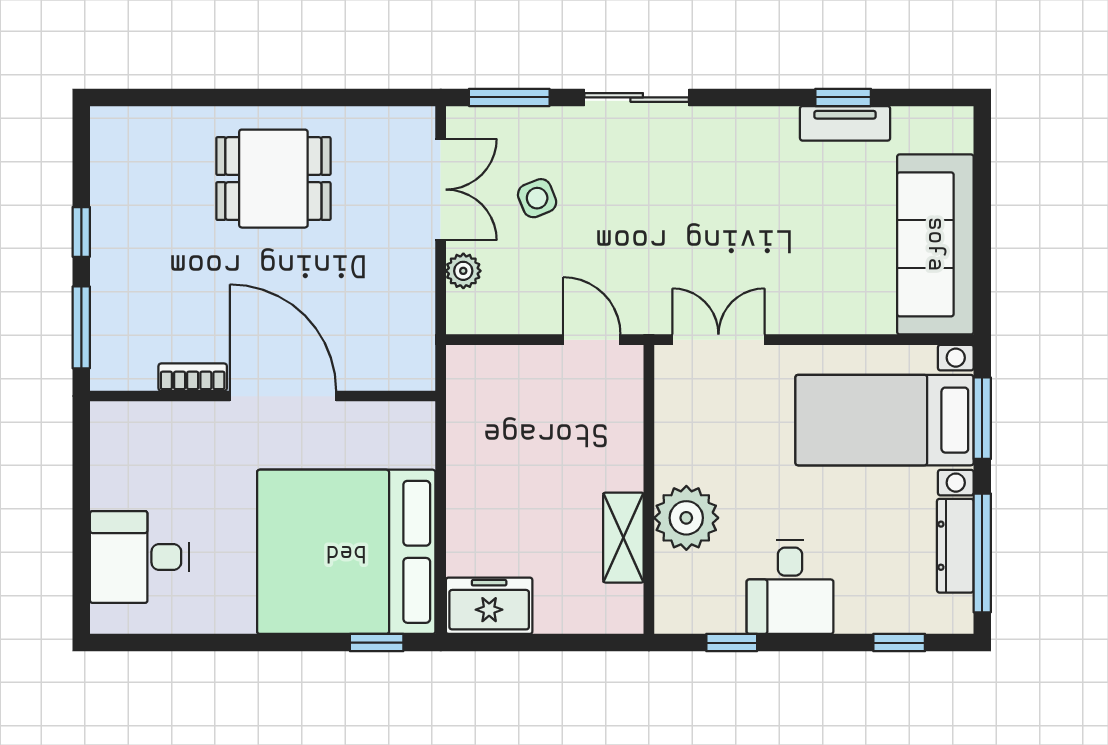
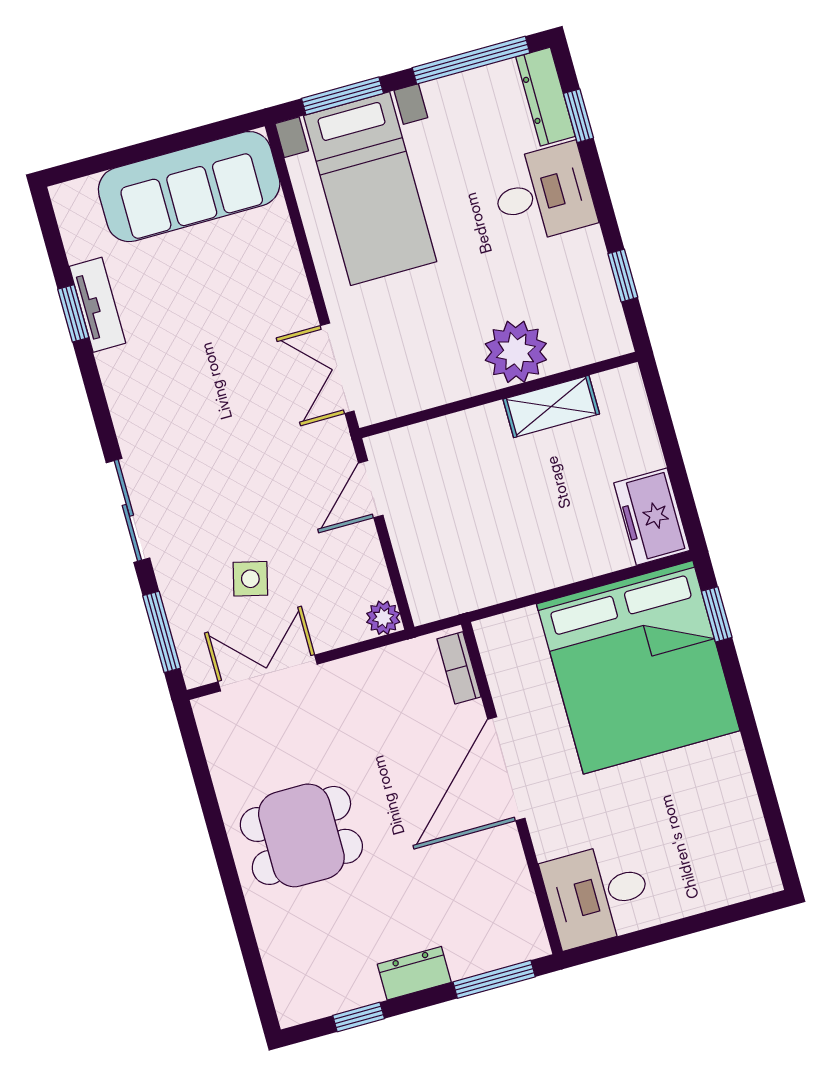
dining table: (273, 179) -> (301, 835), turned 90
side table: (537, 198) -> (250, 579), turned 36
window: (81, 232) -> (359, 1017), moved
dresser: (109, 251) -> (414, 973), added
plant: (463, 271) -> (383, 618), moved
bookcase: (193, 377) -> (459, 668), moved
dresser: (955, 546) -> (545, 97), moved, turned 90
desk: (140, 557) -> (597, 895), moved, turned 90
desk: (790, 587) -> (543, 194), moved

